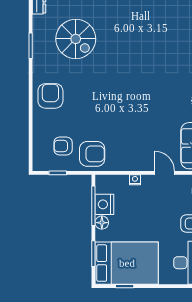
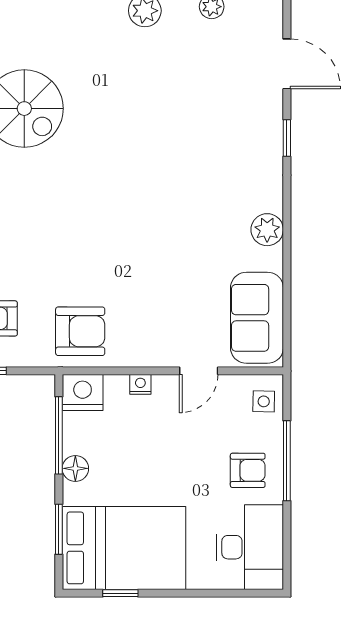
armchair: (92, 154) -> (80, 331), moved
door: (165, 173) -> (199, 371), swing flipped
nightstand: (104, 204) -> (83, 393), moved, turned 90

